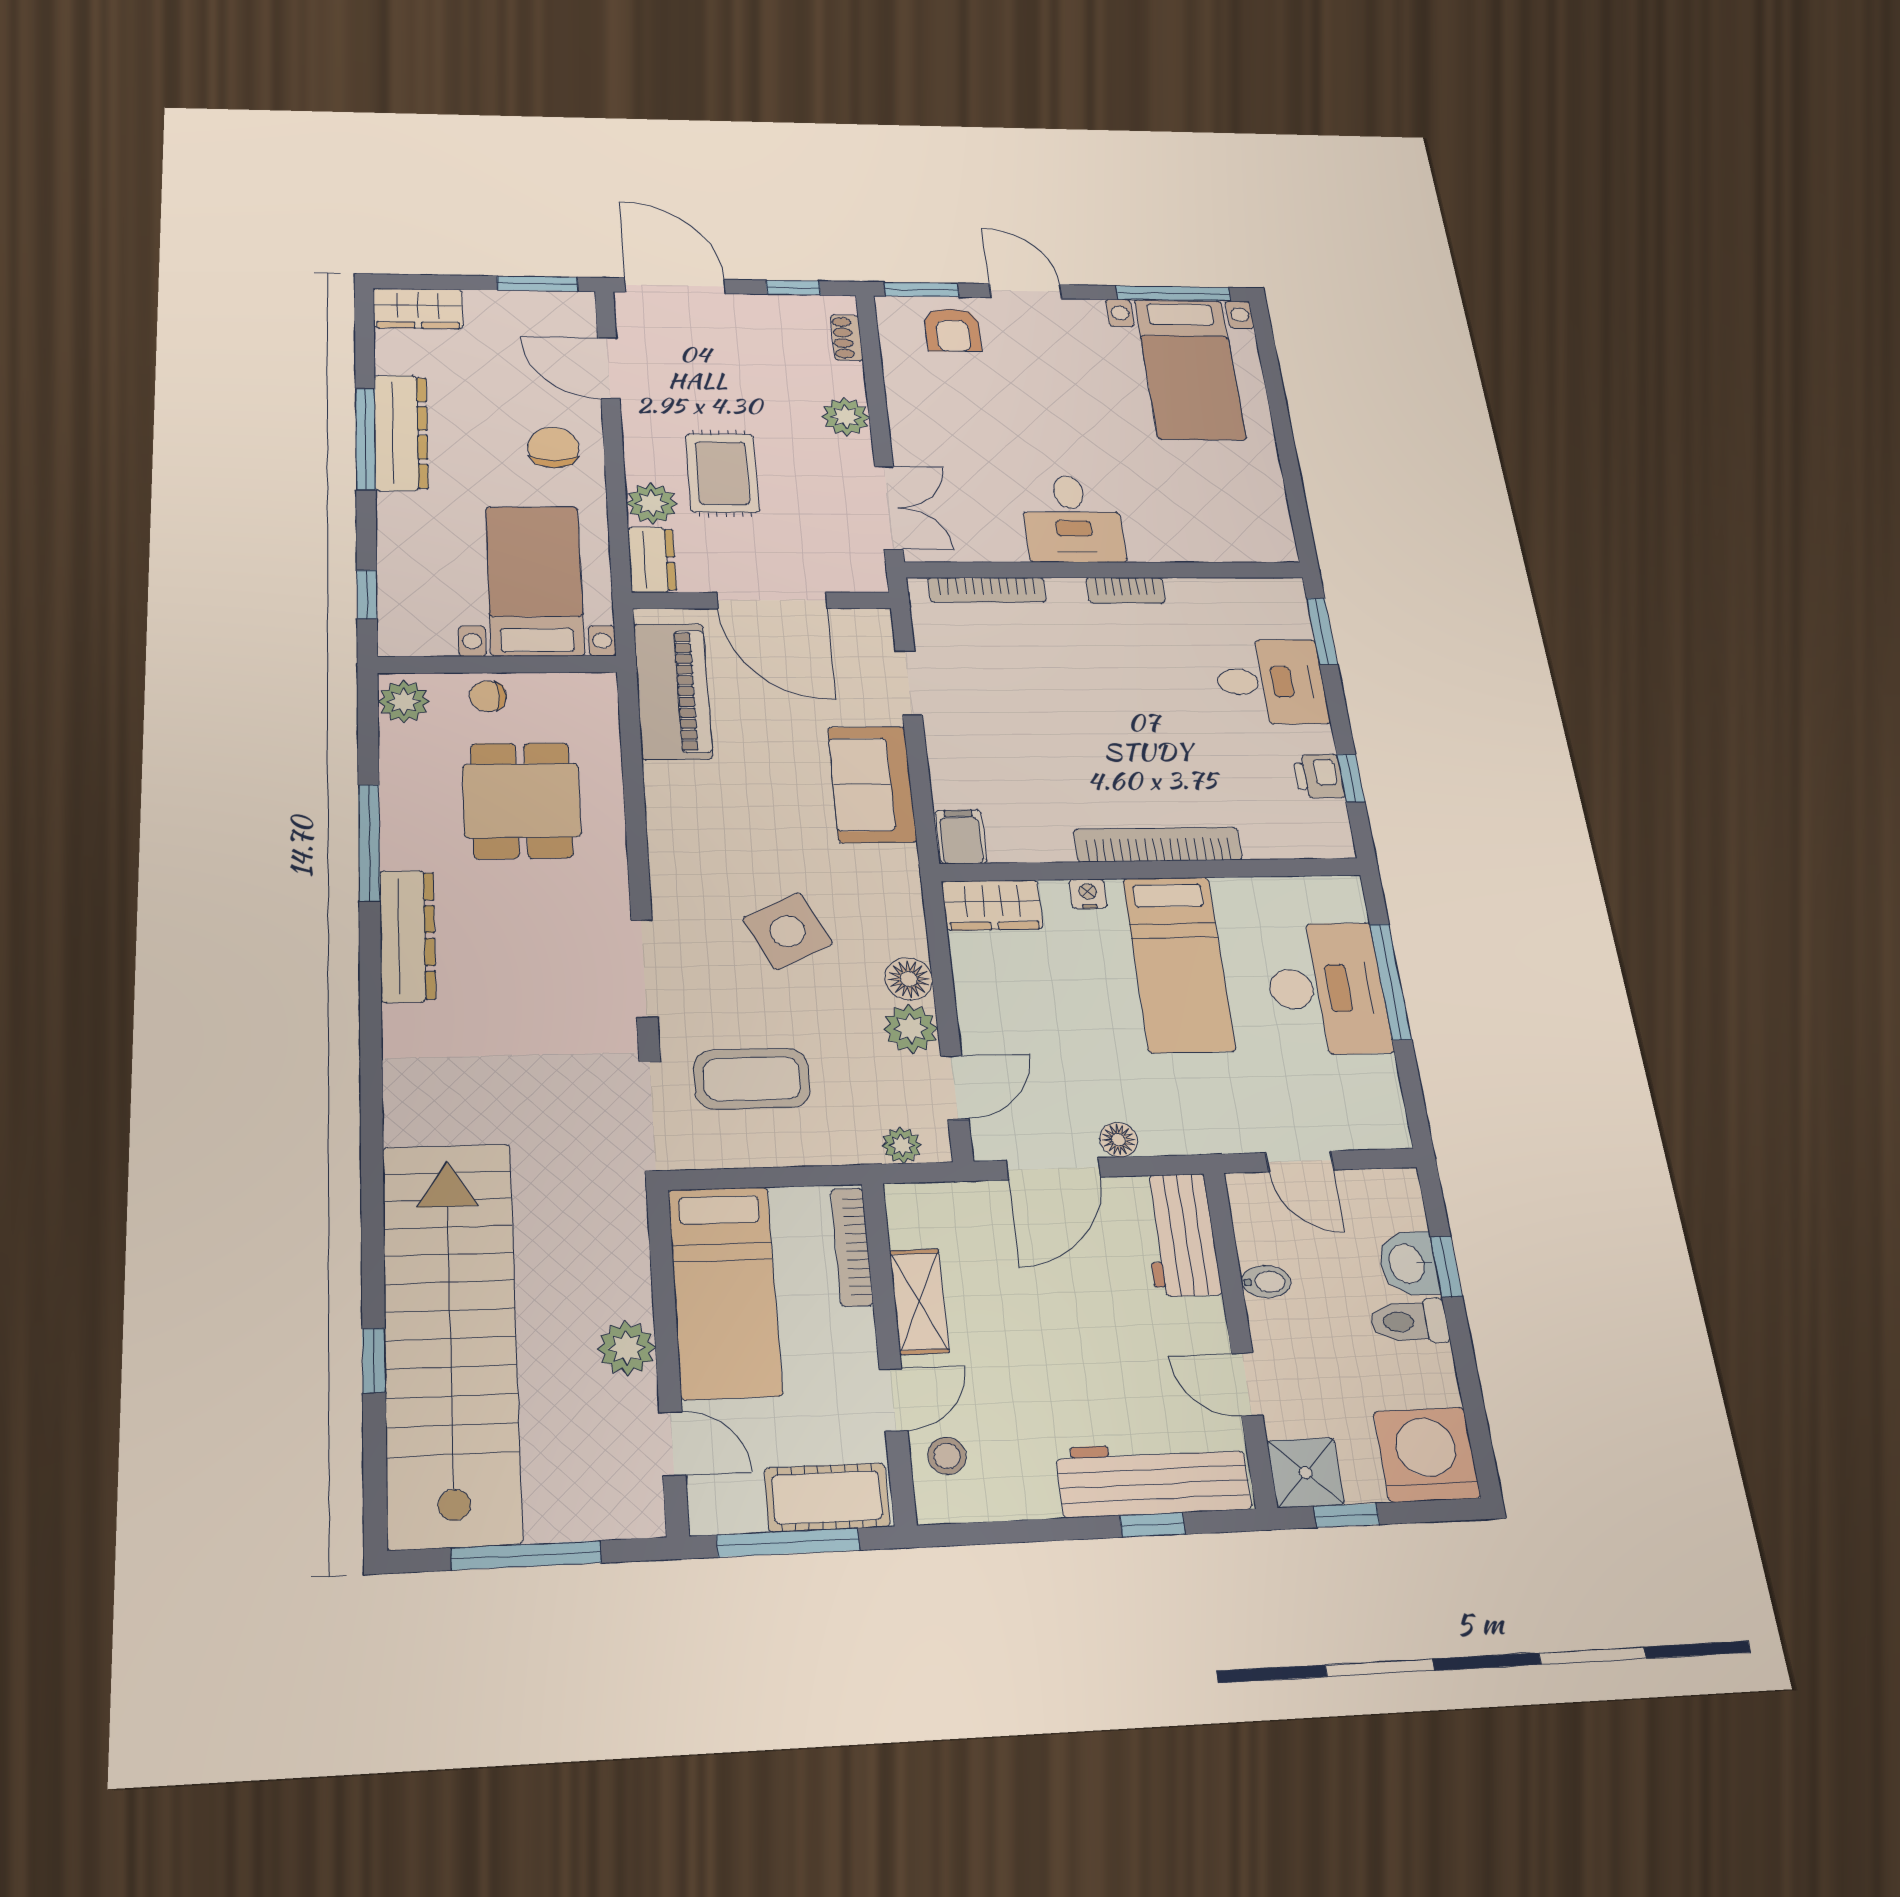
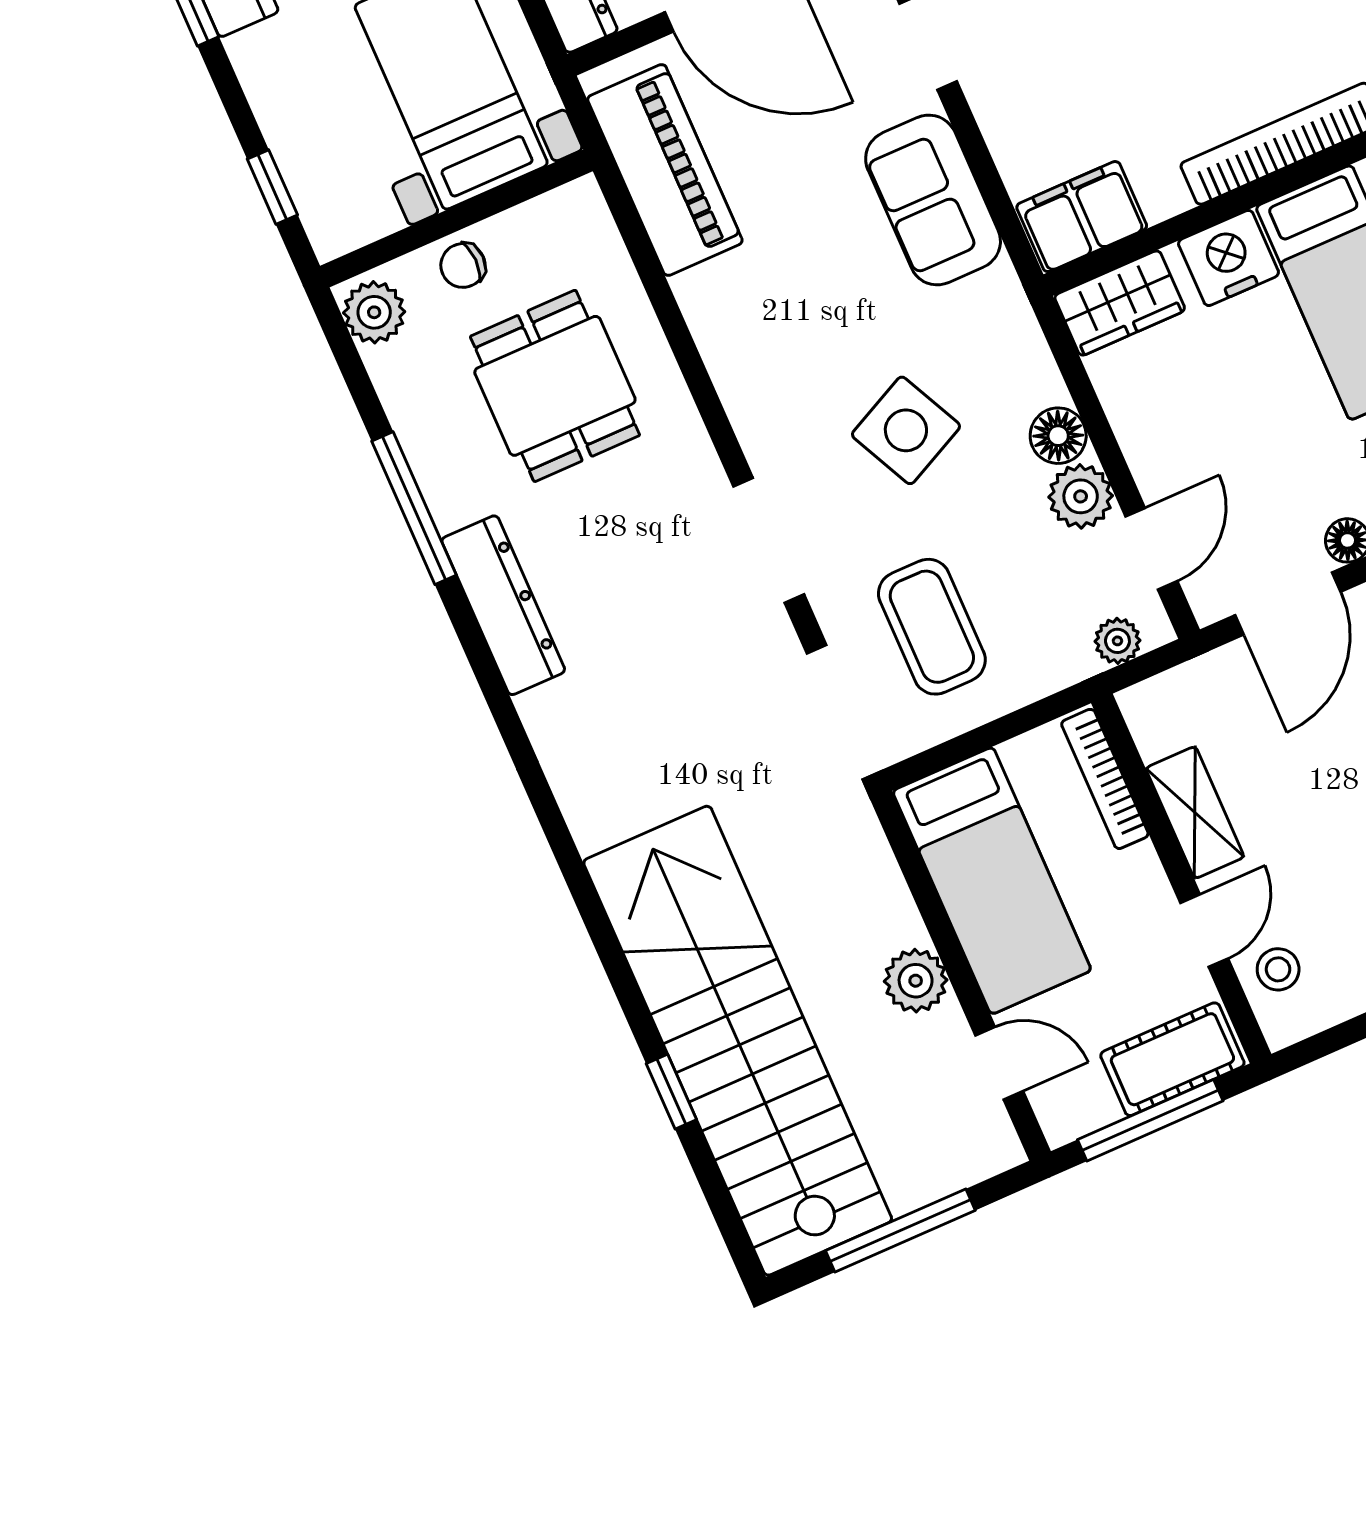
filing cabinet: (961, 837) -> (1082, 217), width x2.00
nightstand: (1088, 894) -> (1229, 258), width x1.89, depth x1.79
coffee table: (752, 1079) -> (932, 627), turned 90

